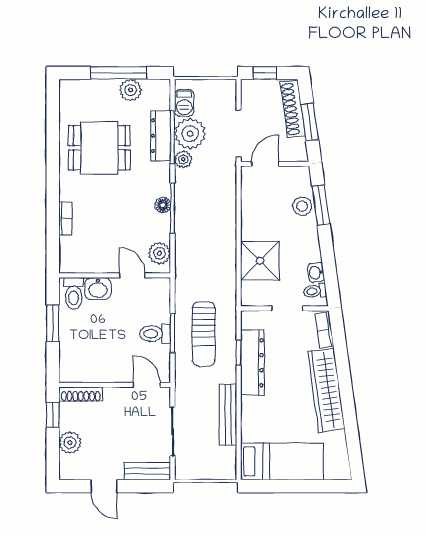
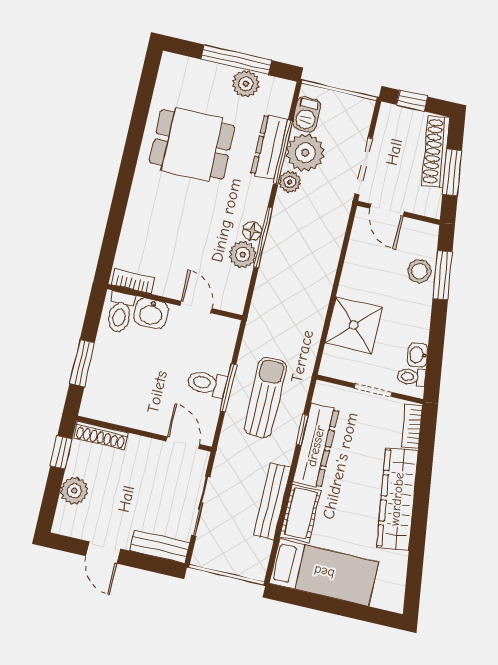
door: (265, 164) -> (387, 210), swing flipped
bookcase: (66, 218) -> (133, 281), moved, turned -90
plant: (159, 253) -> (243, 255), moved
window: (53, 323) -> (82, 363), moved
sun lounger: (204, 334) -> (265, 398), turned 180
cot: (253, 419) -> (300, 514), added

